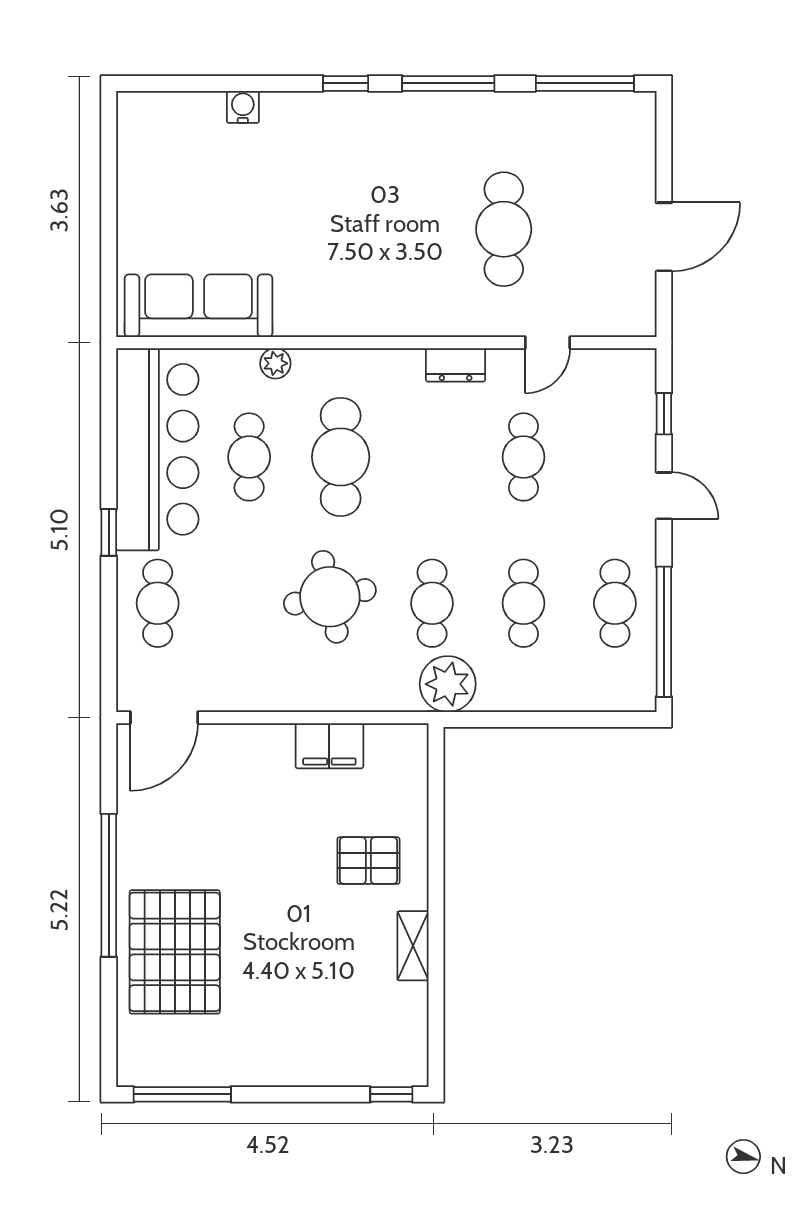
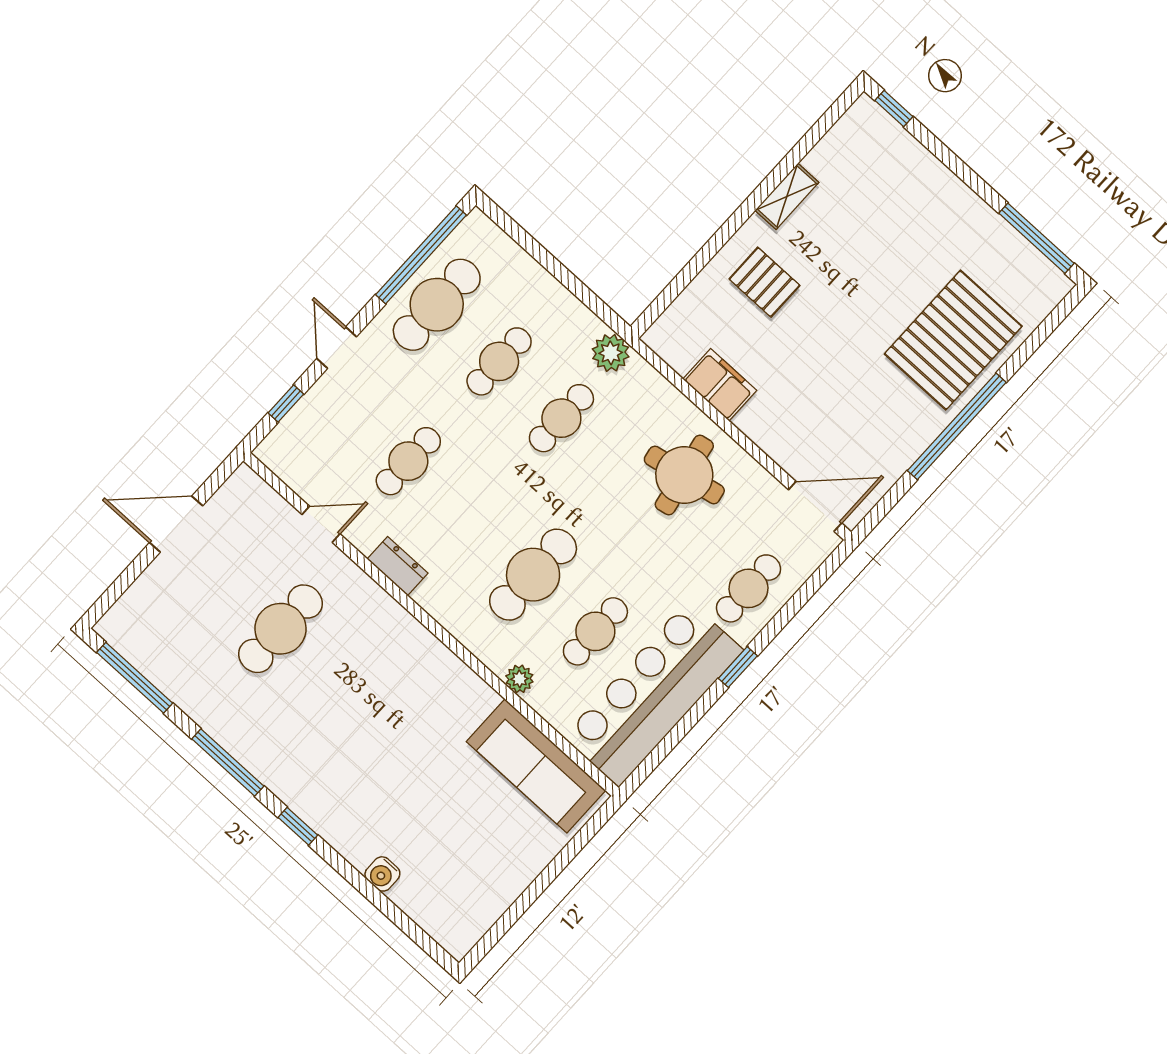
round table: (330, 597) -> (684, 475), moved
cafe table: (615, 603) -> (437, 305), width x1.37, depth x1.35
plant: (448, 684) -> (611, 353), width x0.73, depth x0.73

